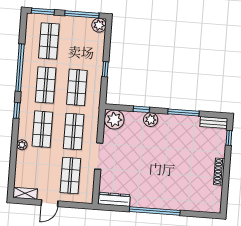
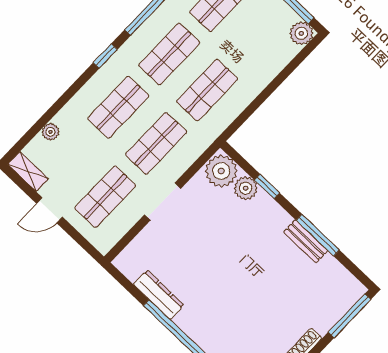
window: (105, 69) -> (263, 97), removed
plant: (151, 120) -> (246, 188), moved
bench: (214, 123) -> (306, 241), moved
window: (229, 138) -> (349, 316), width x2.17
plant: (22, 145) -> (50, 132), moved
dresser: (114, 199) -> (159, 295), moved

